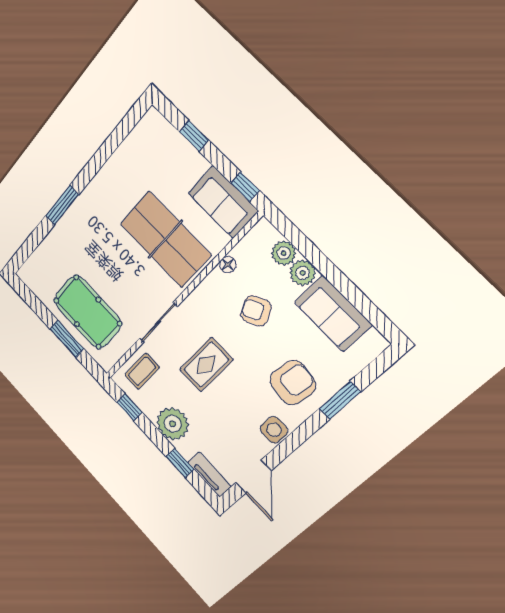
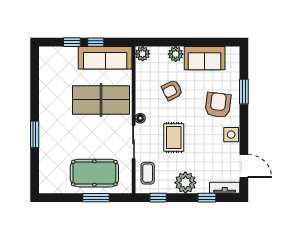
window: (245, 187) -> (96, 42), moved
sofa: (223, 202) -> (105, 58), width x1.36
plant: (284, 253) -> (143, 54), moved
floor lamp: (228, 265) -> (140, 118), moved

